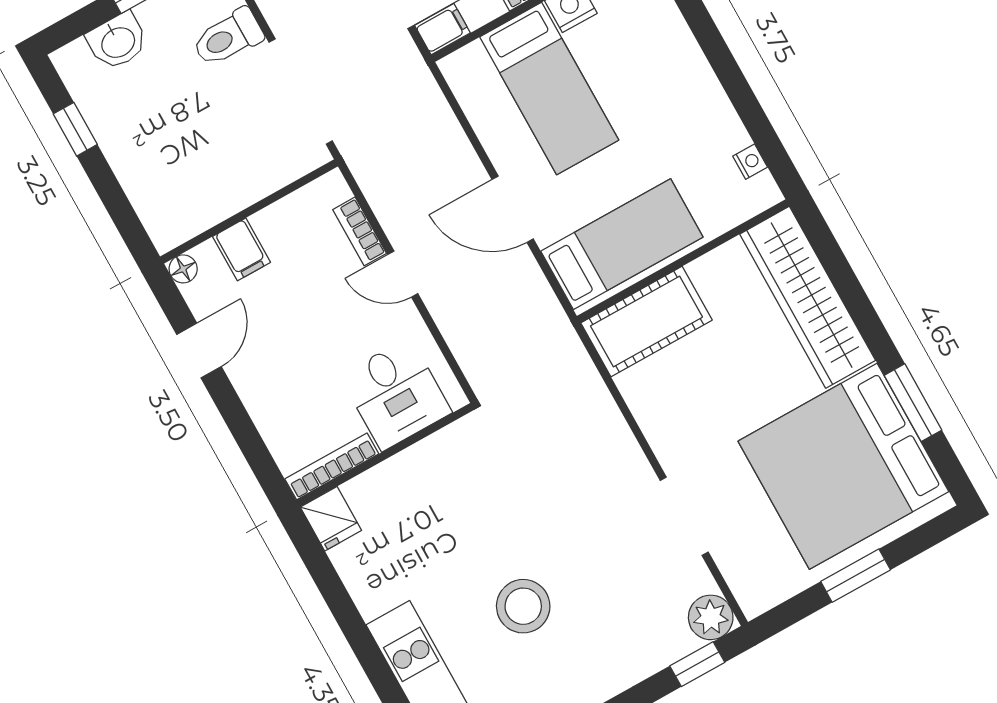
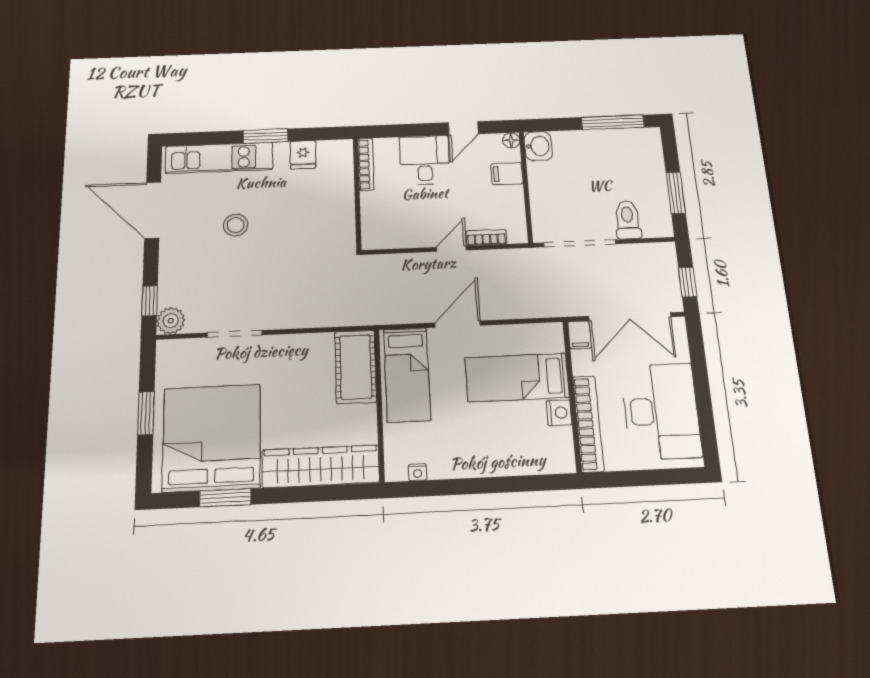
washbasin: (118, 41) -> (538, 146), moved, turned 180
window: (75, 129) -> (613, 122), width x2.17
door: (199, 351) -> (463, 128), hinge flipped
desk: (396, 394) -> (425, 160), moved, turned 90
fridge: (331, 519) -> (303, 155), moved, turned -90
stool: (523, 606) -> (236, 225), width x0.73, depth x0.73
window: (361, 641) -> (266, 136), added

